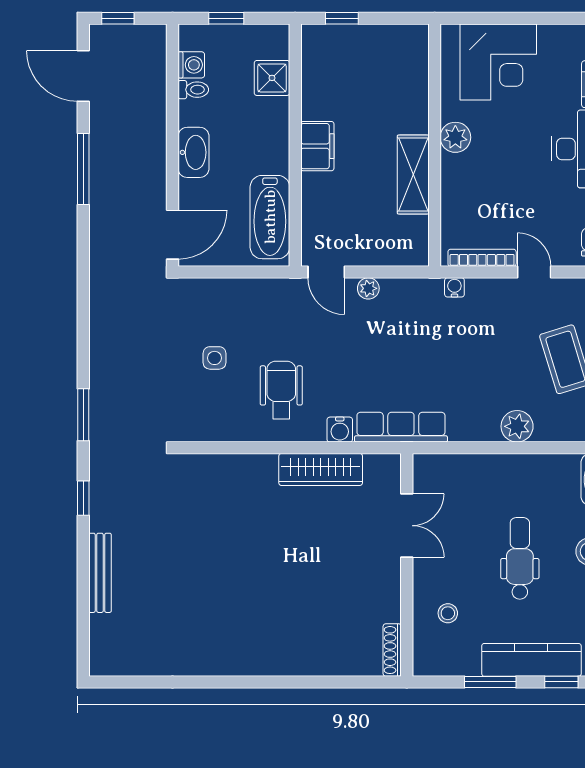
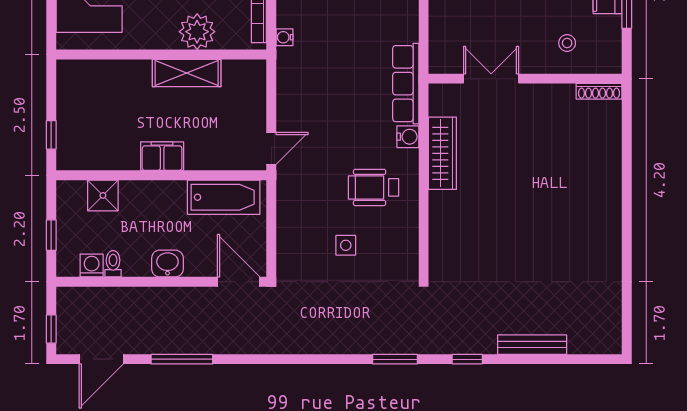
plant: (455, 137) -> (197, 32), moved, width x1.36, depth x1.36
washbasin: (193, 152) -> (167, 264), width x0.72
plant: (368, 288) -> (285, 112), removed

